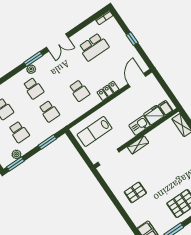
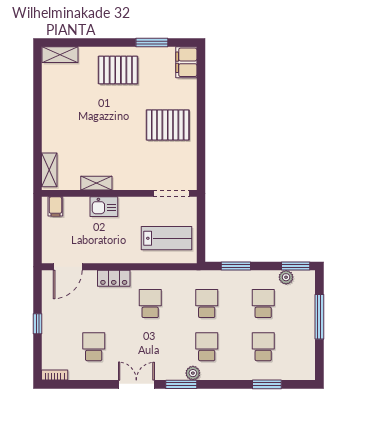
school desk: (94, 47) -> (94, 347), width x0.54
fridge: (154, 115) -> (76, 207), removed
shelving: (138, 145) -> (96, 183), moved
pallet: (135, 192) -> (168, 125), width x1.50, depth x1.42

